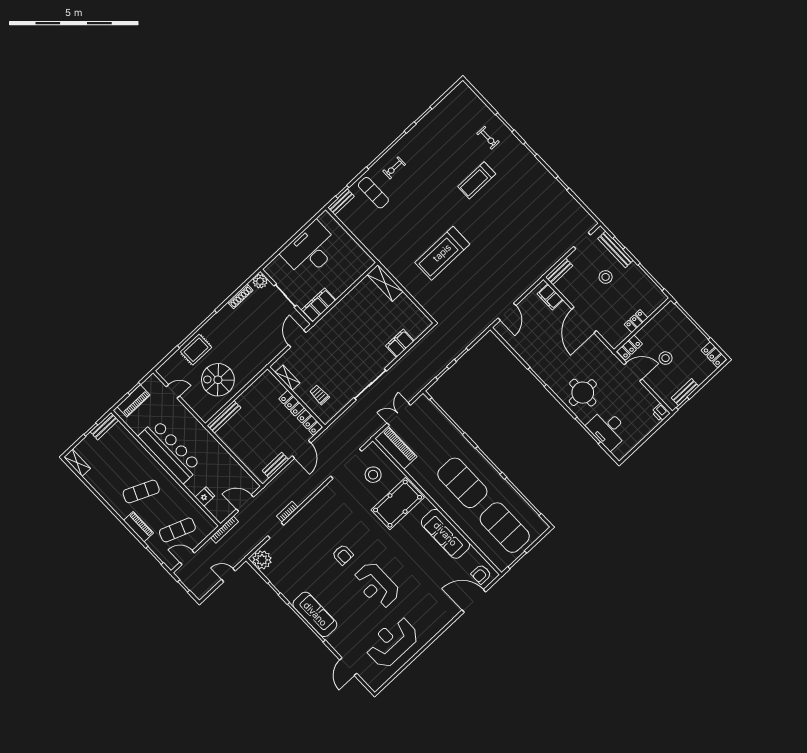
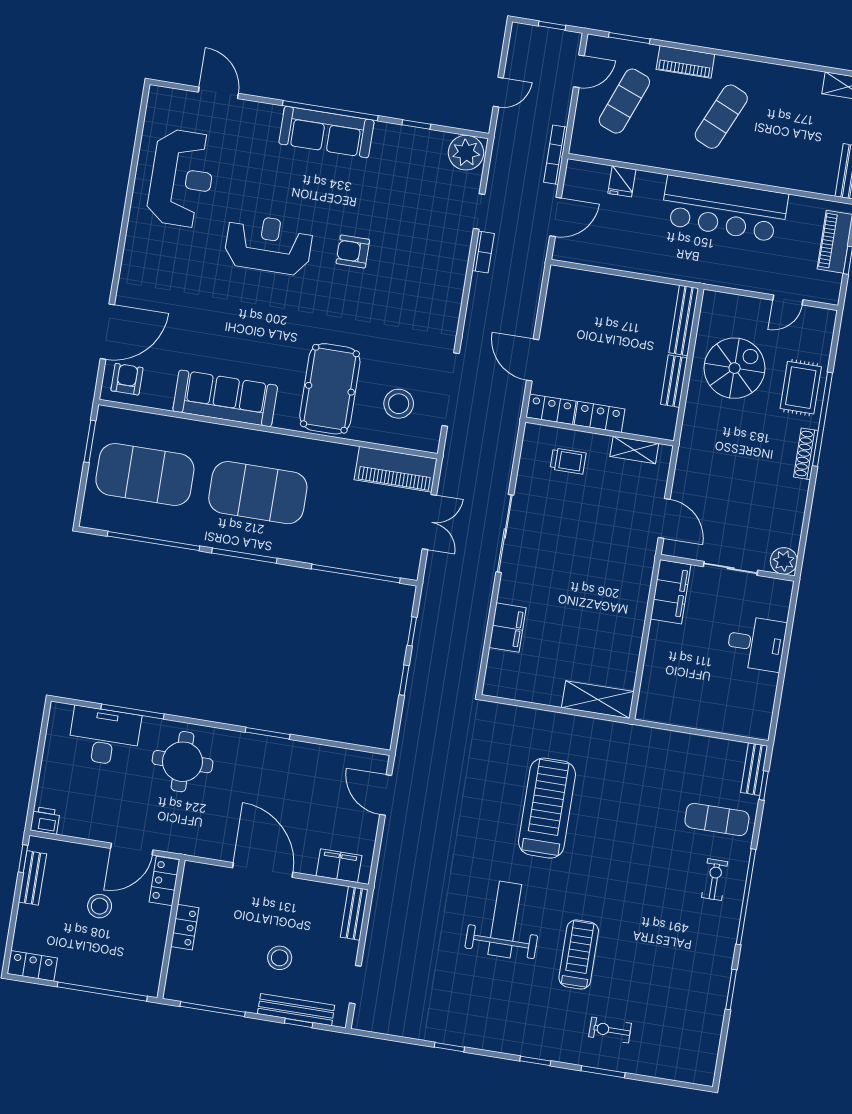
weight bench: (497, 219) -> (505, 919), added
desk: (311, 250) -> (756, 643), width x0.53, depth x0.77
shoe rack: (240, 296) -> (806, 454), moved
bench: (275, 465) -> (674, 381), moved

